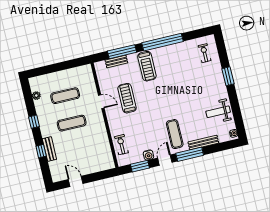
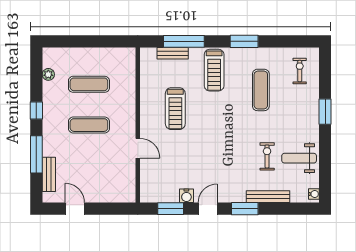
window: (163, 42) -> (244, 41), width x0.47
treadmill: (127, 98) -> (175, 109), turned 180
door: (101, 102) -> (138, 148), moved
exercise mat: (175, 134) -> (261, 90), moved
exercise bike: (121, 145) -> (267, 156), moved
bench: (49, 149) -> (49, 174), moved
window: (41, 151) -> (36, 154), width x2.17
window: (190, 154) -> (245, 209), width x0.69

